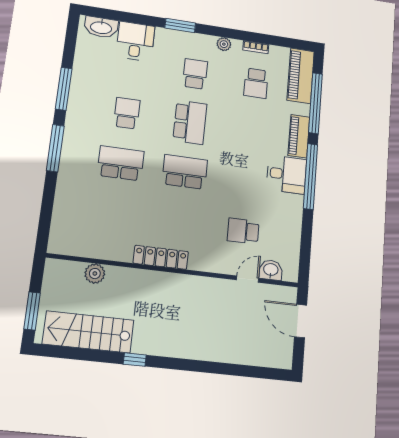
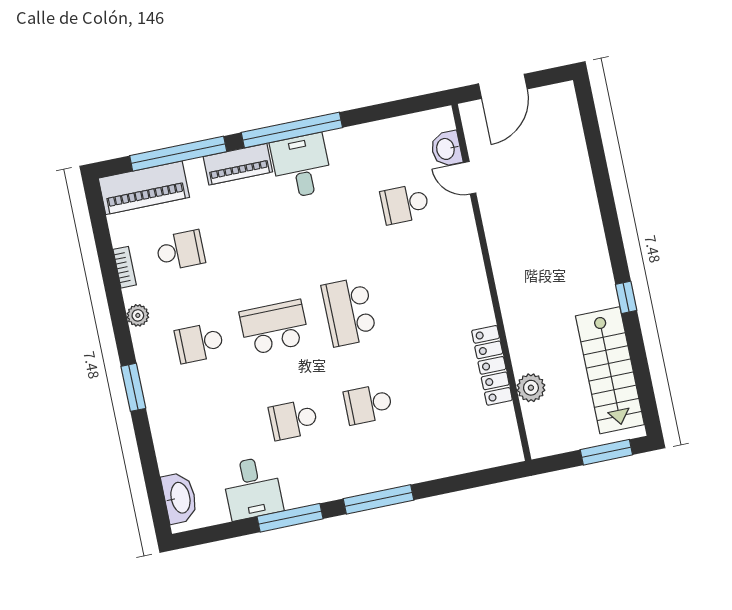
desk: (135, 41) -> (252, 488), moved, turned -90
school desk: (121, 163) -> (368, 404), width x0.54
school desk: (243, 231) -> (405, 204), turned 90
locker: (161, 257) -> (492, 365), moved

